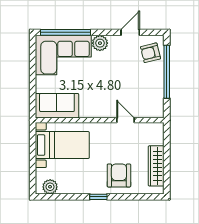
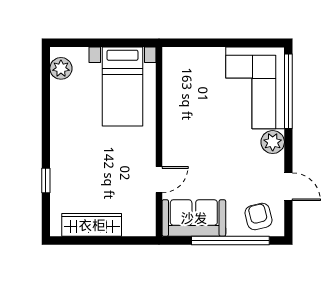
sofa: (57, 106) -> (194, 218), moved, turned -90
armchair: (119, 175) -> (78, 170), removed
window: (98, 197) -> (46, 180), moved

